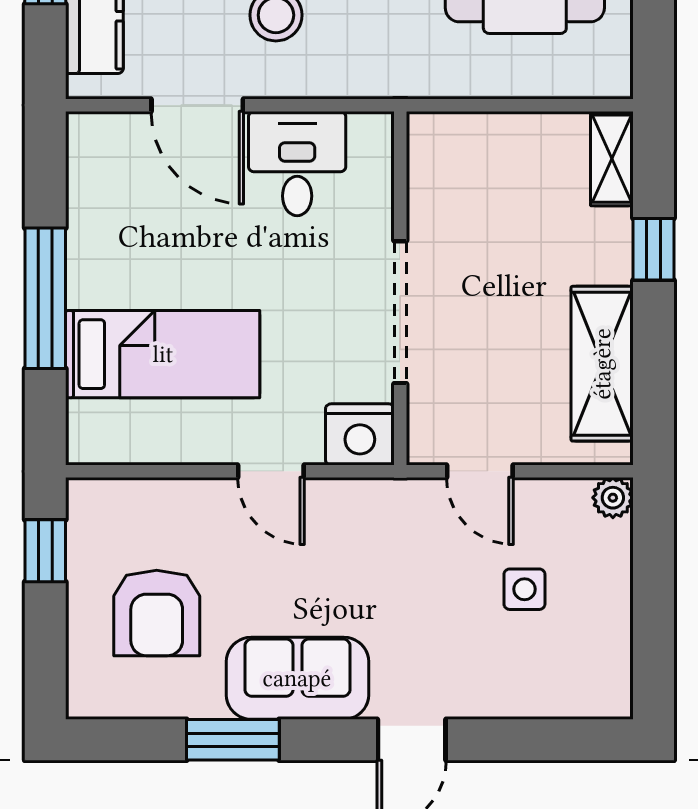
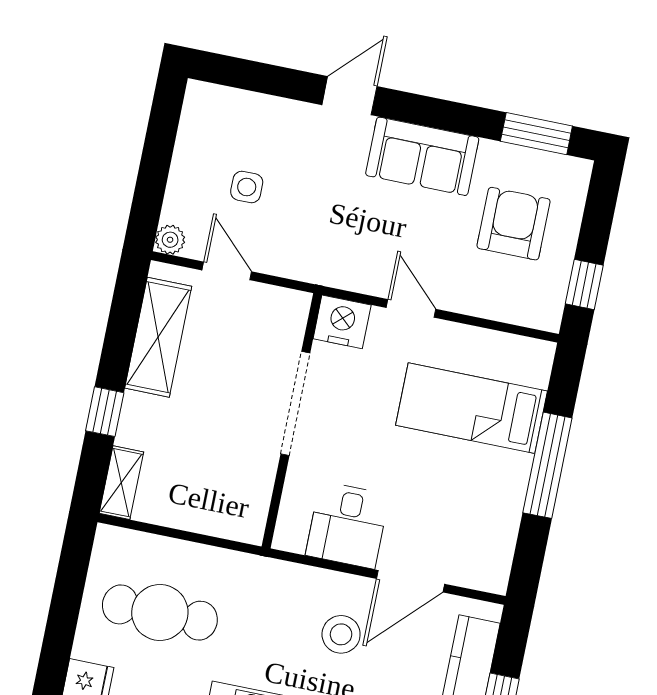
door: (197, 105) -> (410, 581), swing flipped
door: (480, 471) -> (227, 271), moved
window: (233, 740) -> (536, 134), moved

